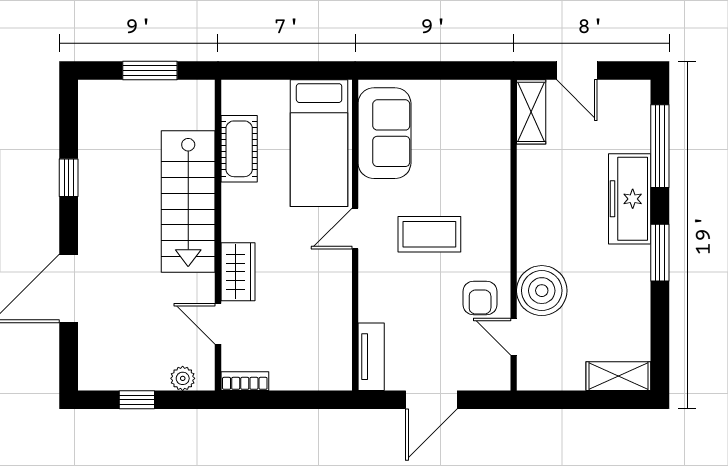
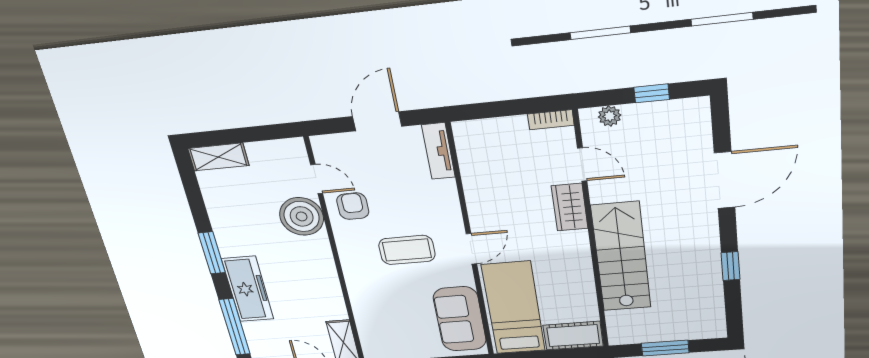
cot: (239, 149) -> (573, 336), moved, turned 90

